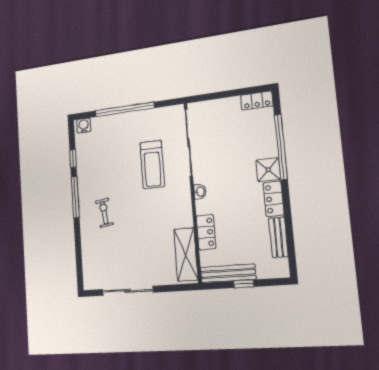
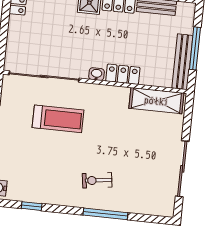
window: (75, 197) -> (105, 214), moved
locker: (206, 232) -> (123, 74), moved
window: (244, 284) -> (195, 48), width x2.17

